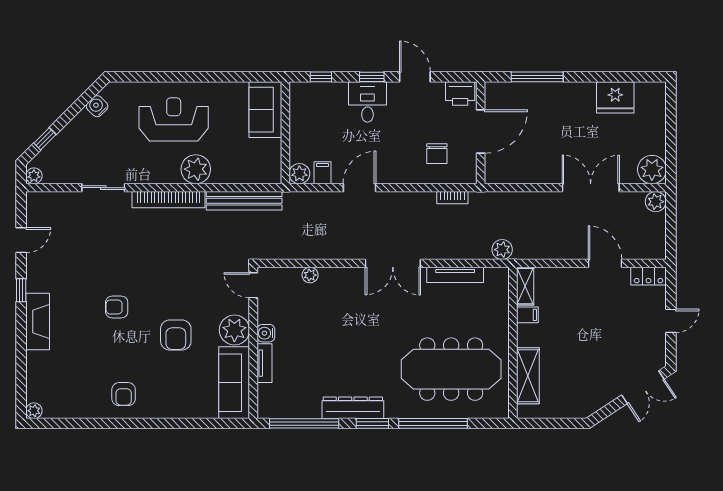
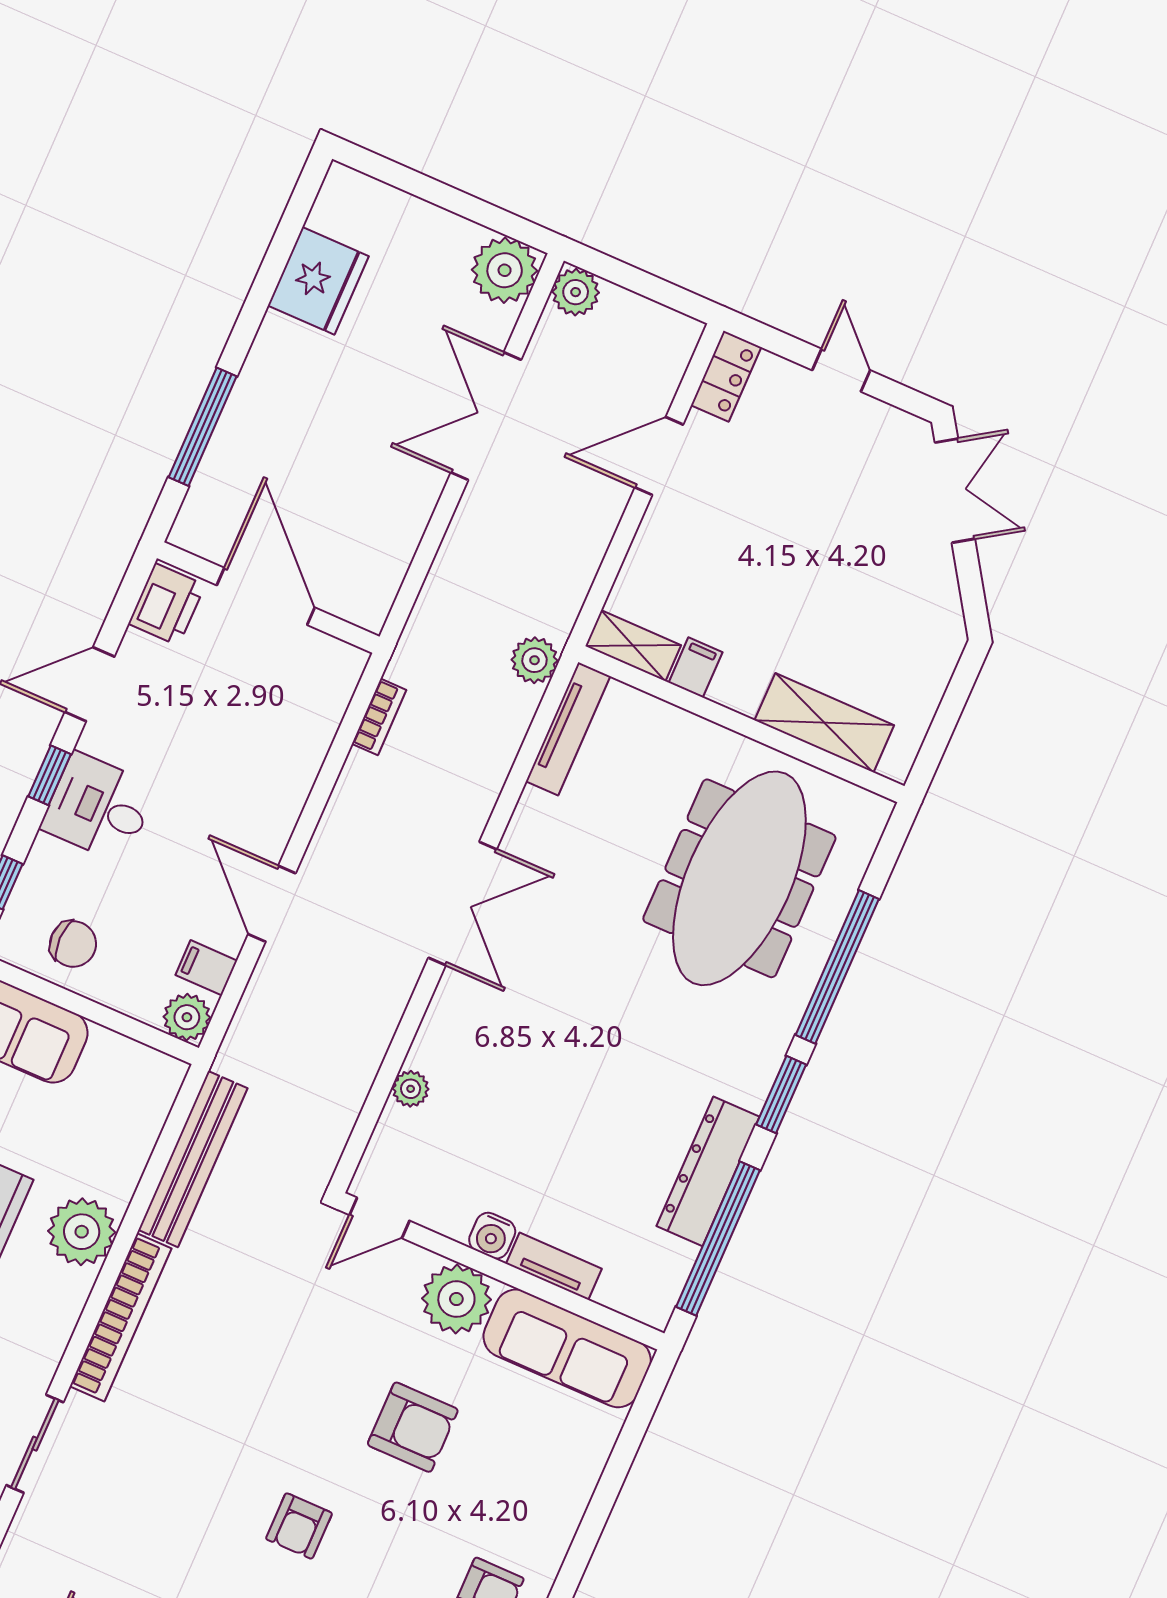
chair: (437, 154) -> (73, 944), moved
tv unit: (455, 275) -> (568, 729), moved
dresser: (353, 408) -> (708, 1171), moved

